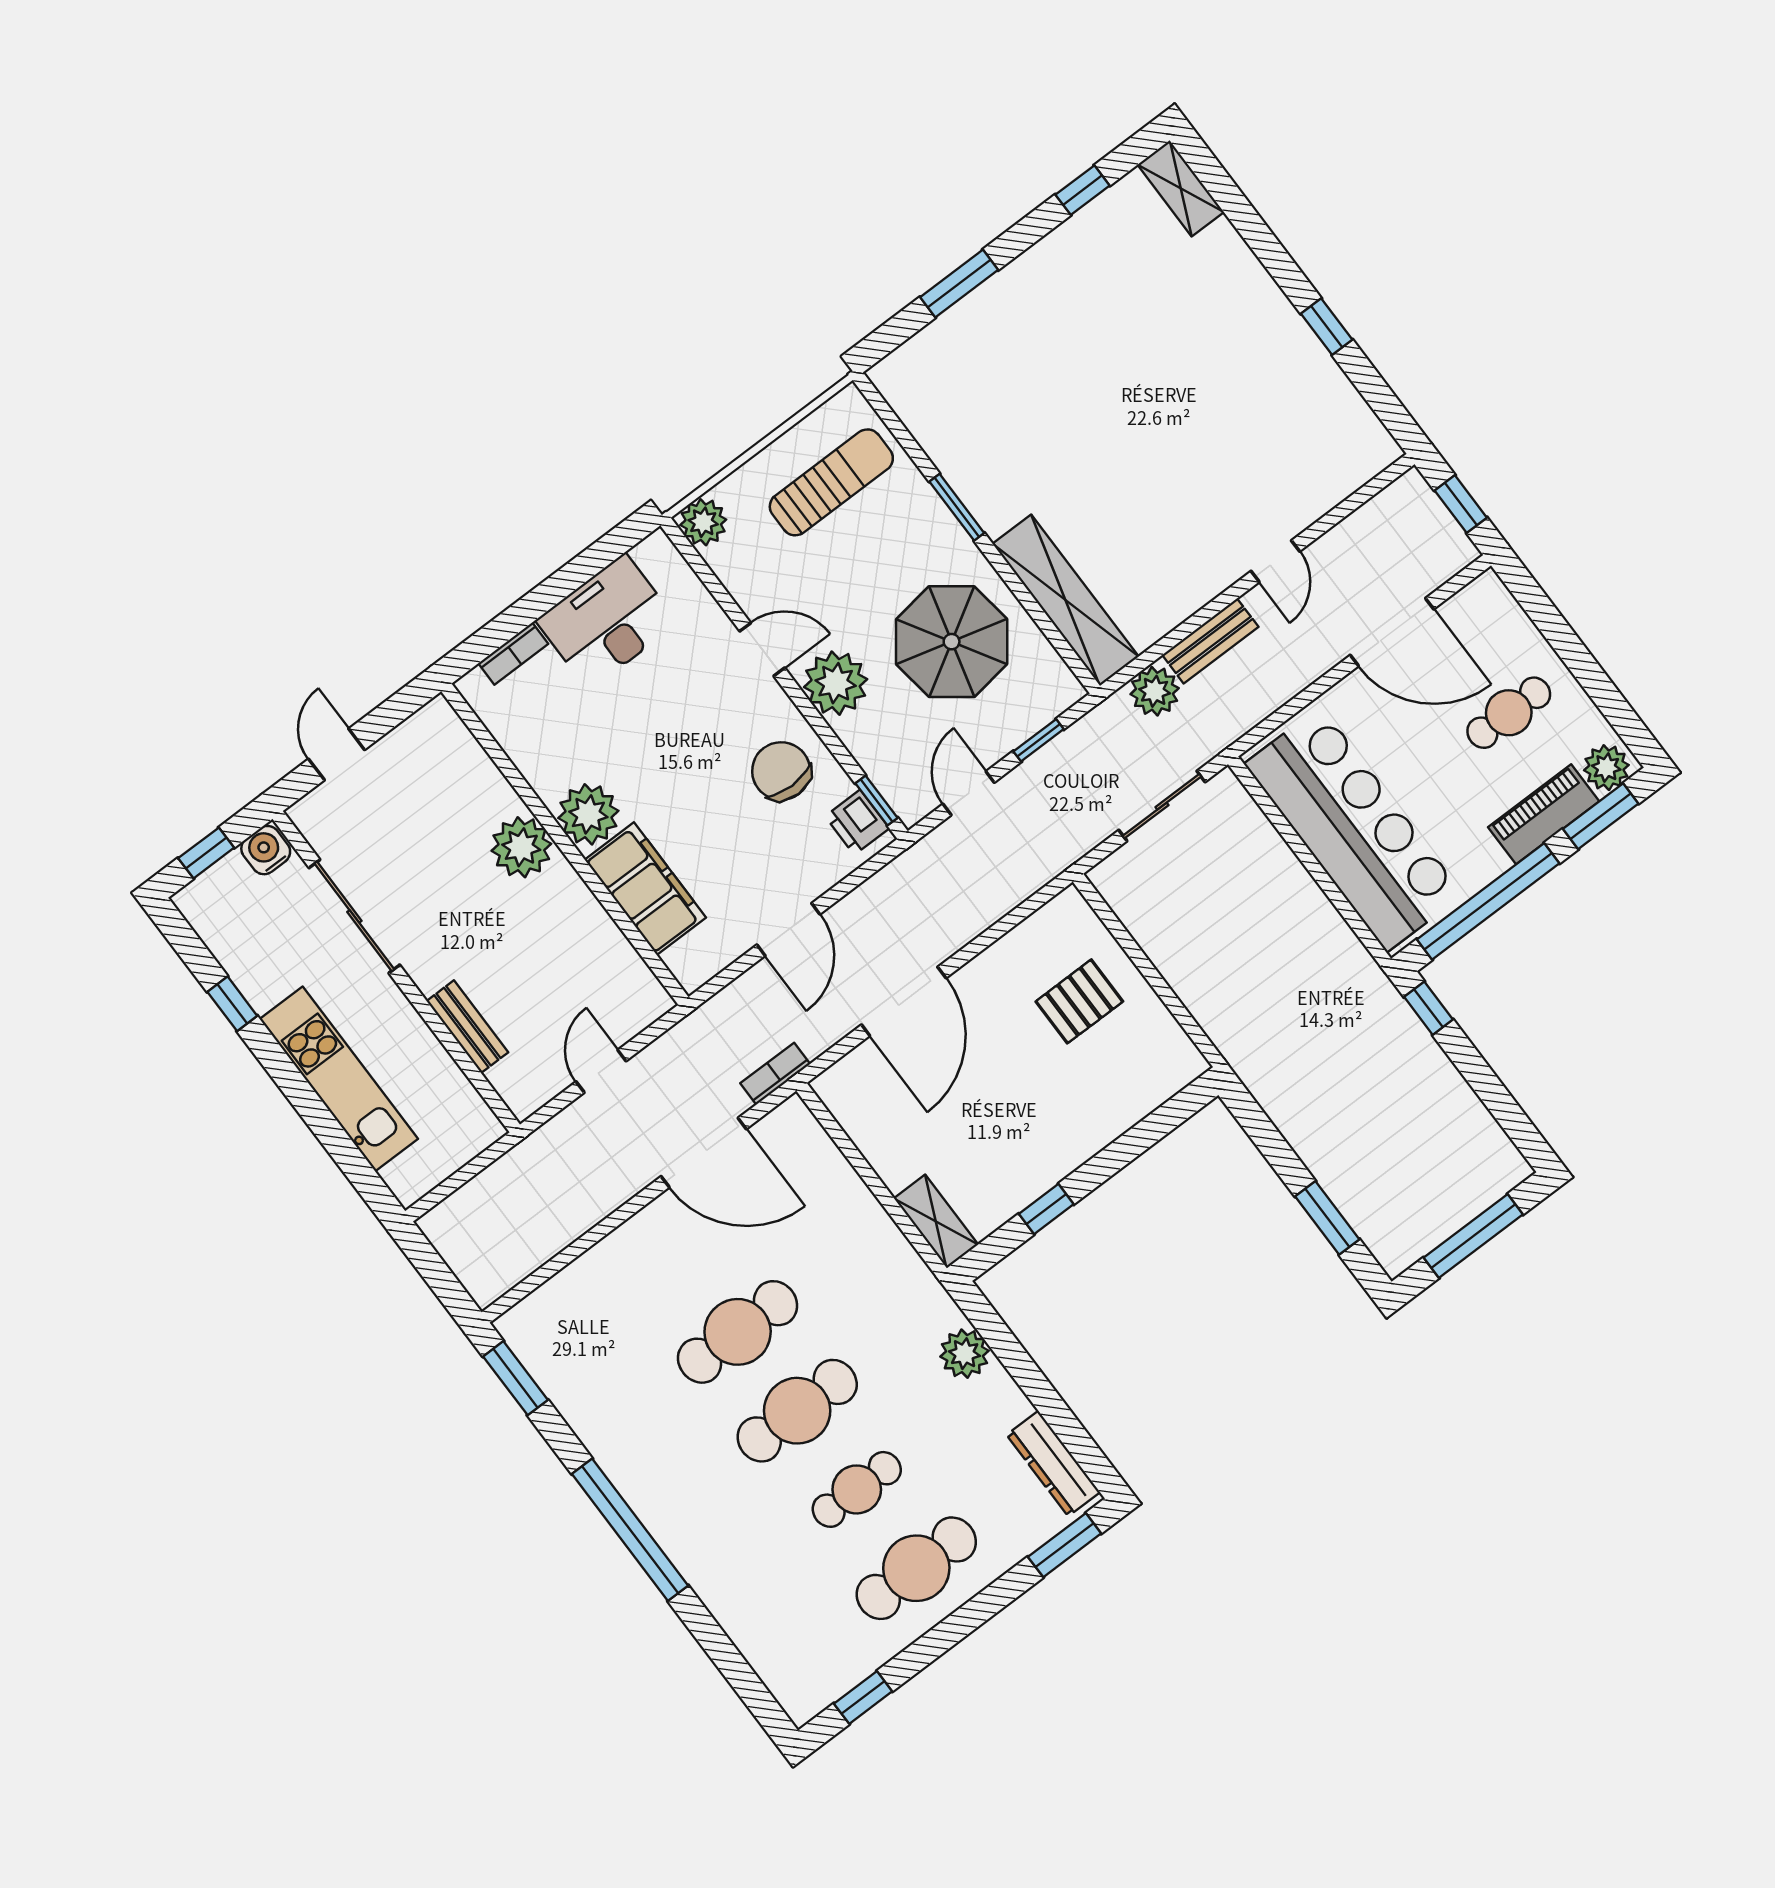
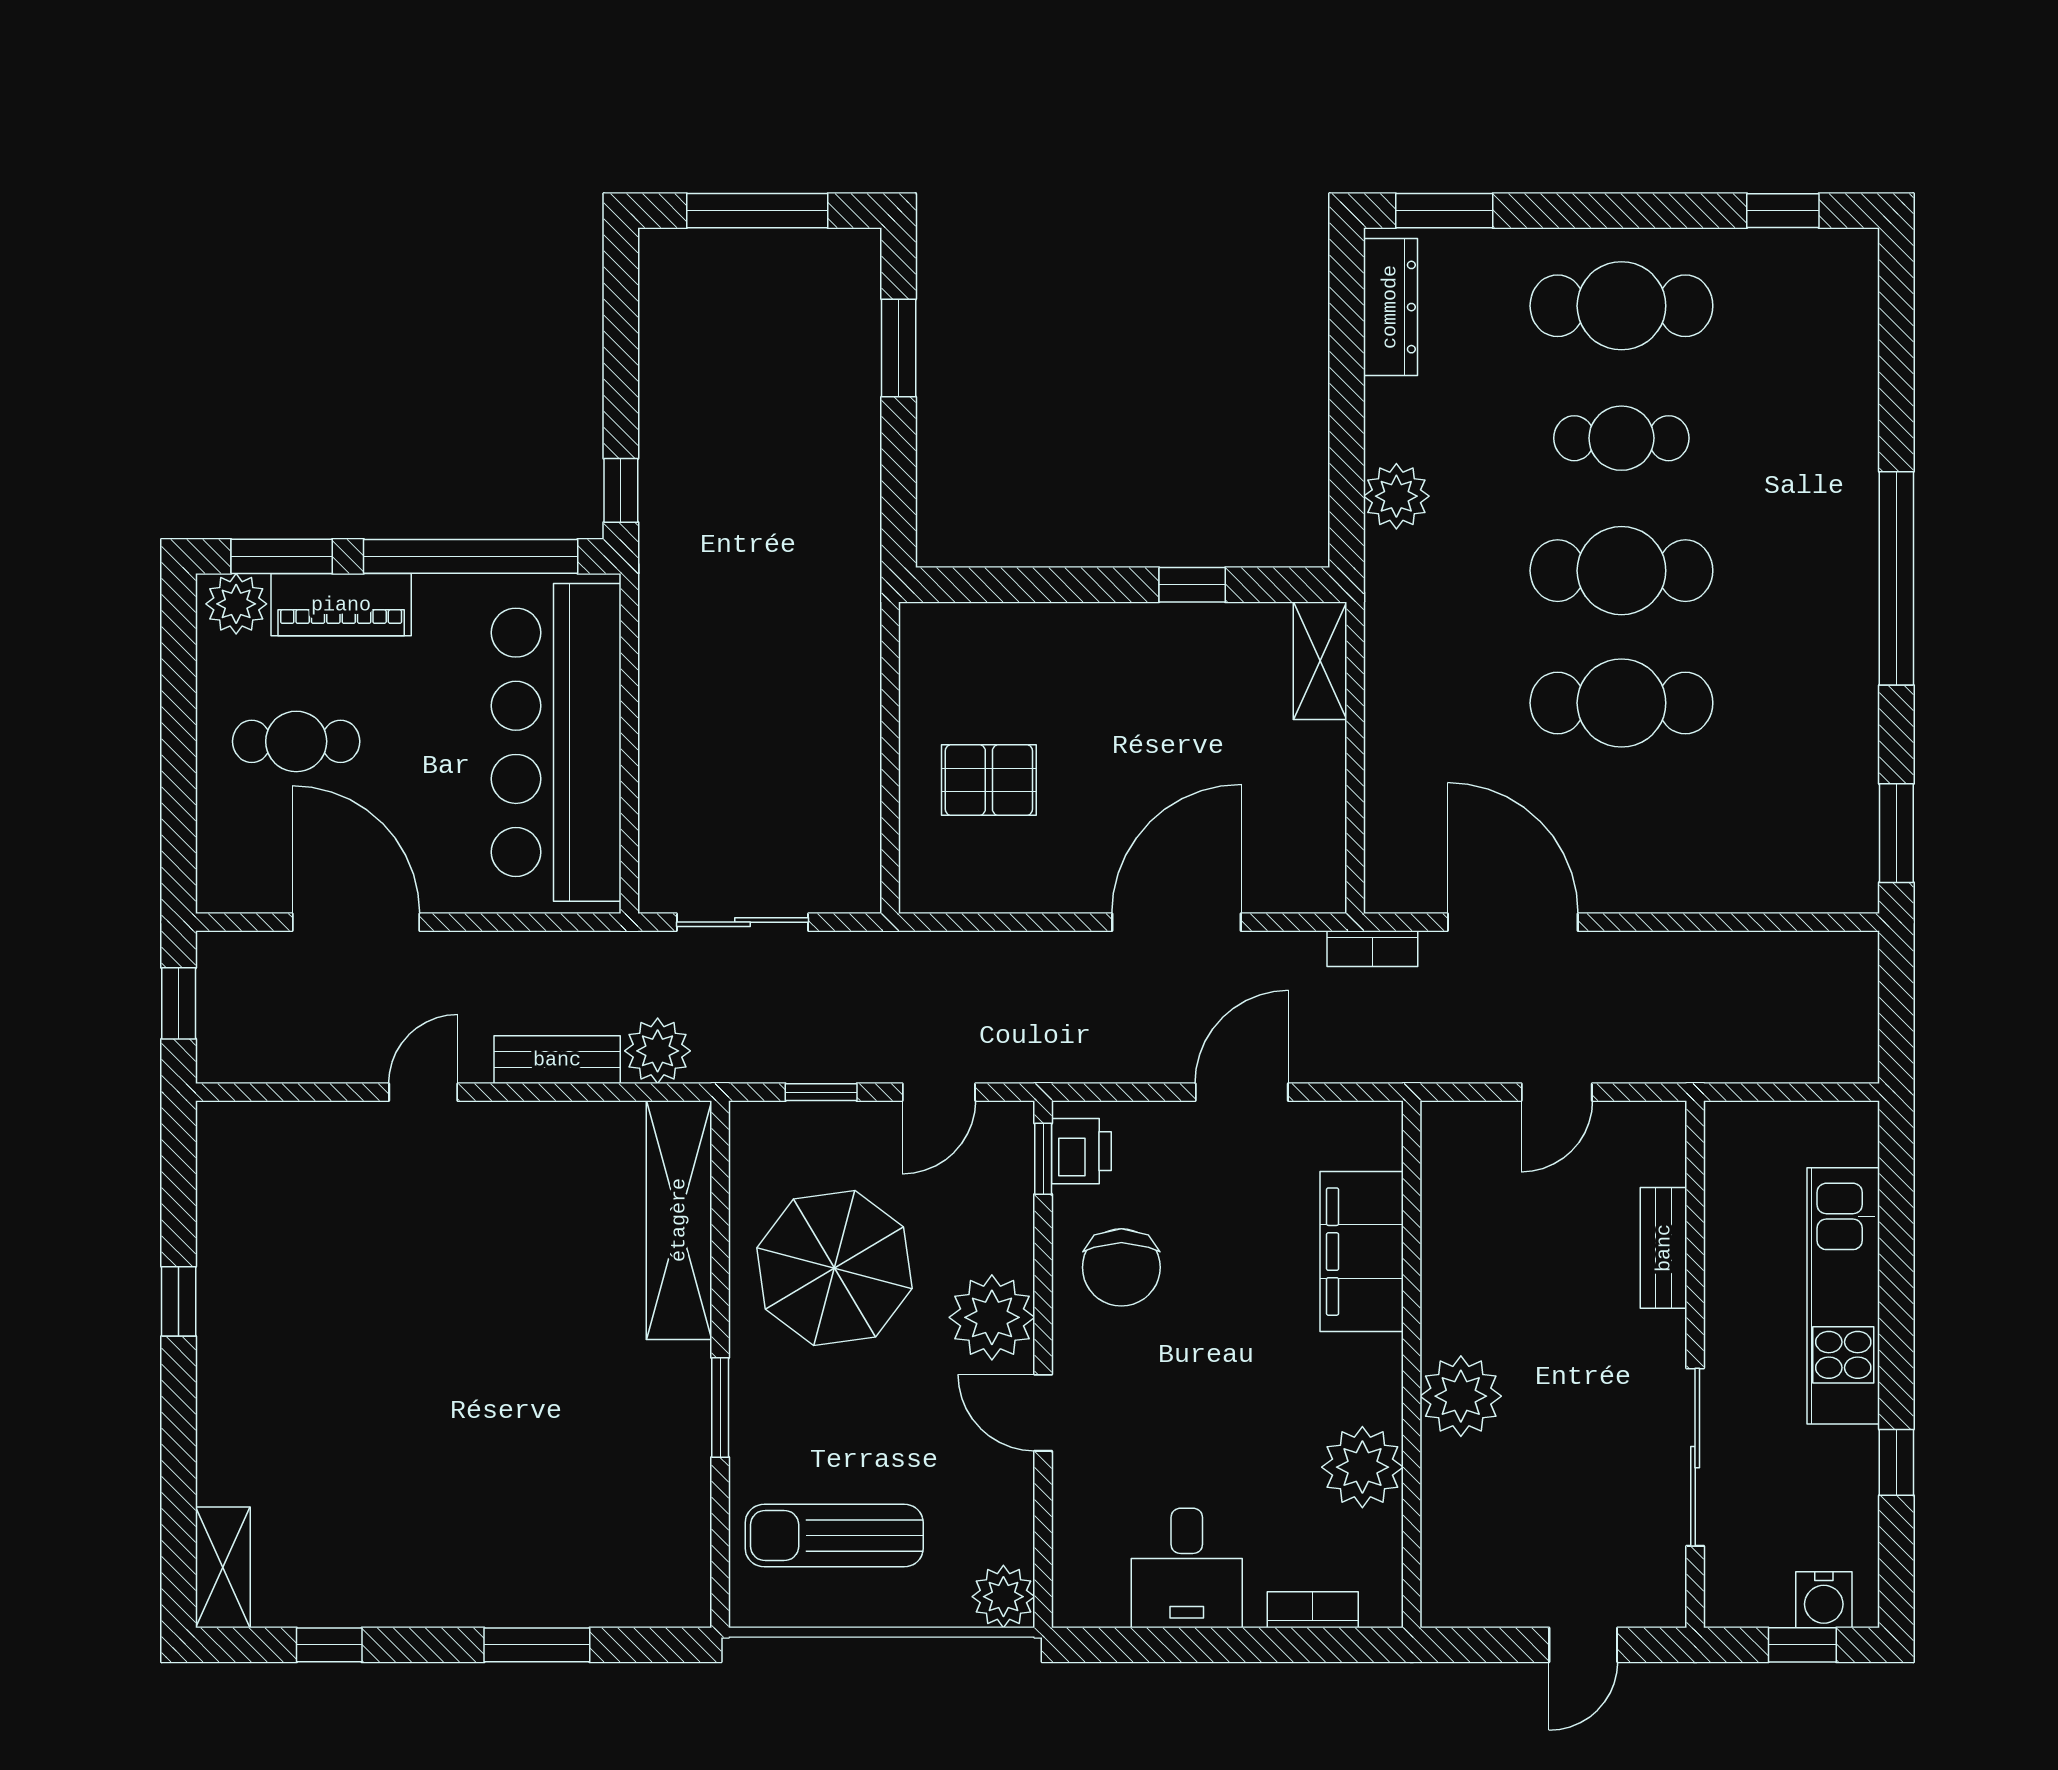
desk: (607, 622) -> (1187, 1568), width x0.73
plant: (588, 814) -> (1362, 1467), moved
water cooler: (266, 850) -> (1824, 1600), moved

